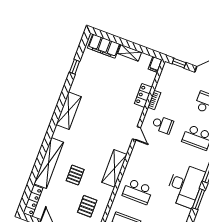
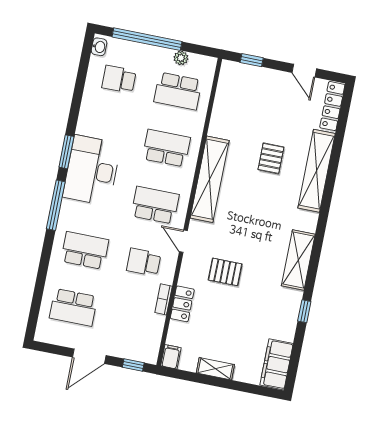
filing cabinet: (104, 46) -> (277, 364), moved, turned -90
window: (75, 67) -> (304, 311), moved
school desk: (150, 158) -> (155, 205), added
shelving: (114, 168) -> (210, 179), width x1.47
pallet: (87, 206) -> (225, 272), moved, turned 90

